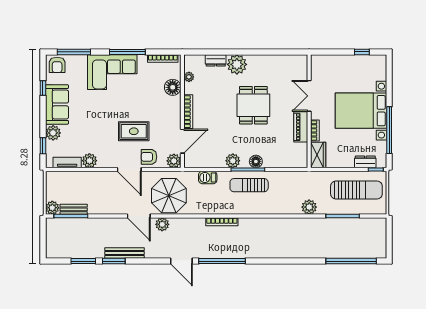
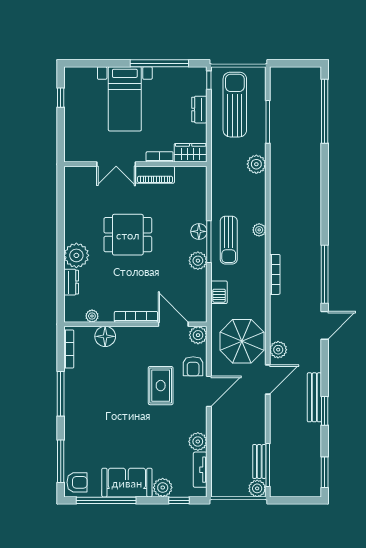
corner sofa: (112, 72) -> (86, 413), removed
window: (43, 88) -> (106, 500), width x3.17
bed with nightstands: (361, 111) -> (125, 99), width x0.73
dresser: (365, 162) -> (199, 110), moved
plant: (257, 209) -> (259, 230), added
window: (83, 261) -> (325, 472), moved

